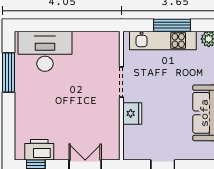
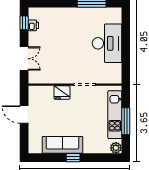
desk: (45, 51) -> (107, 43), moved
printer: (39, 150) -> (33, 25), width x0.53, depth x0.68

